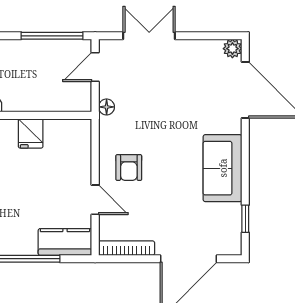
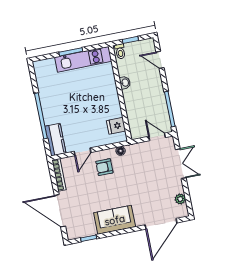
plant: (232, 49) -> (180, 199), moved
floor lamp: (107, 107) -> (121, 151), moved
fridge: (31, 133) -> (116, 126), moved

